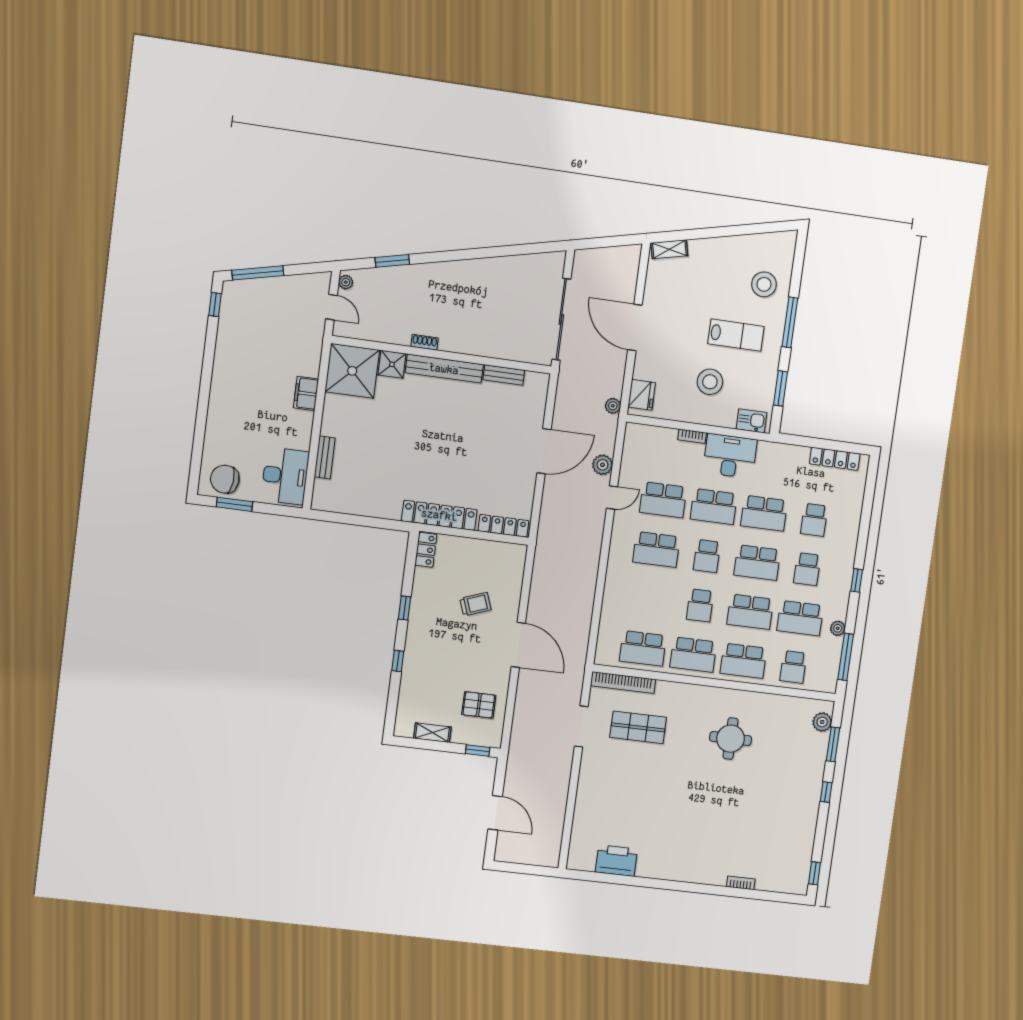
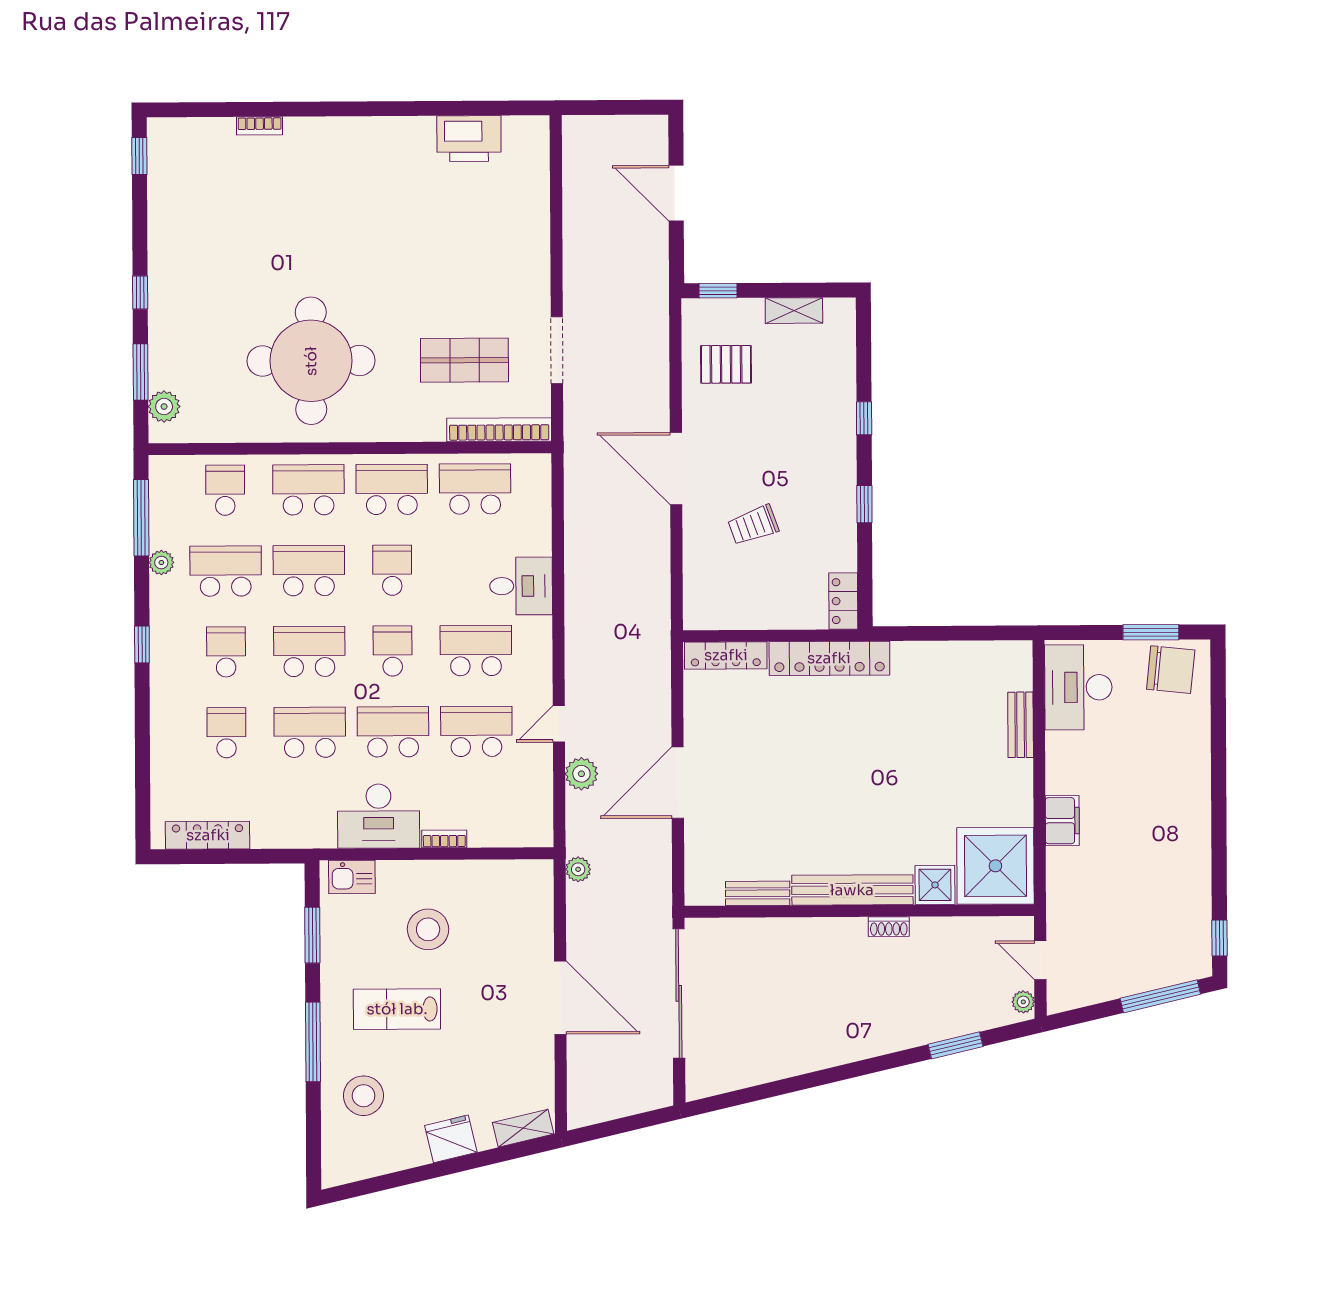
fridge: (642, 395) -> (451, 1139), moved, turned 77
desk: (623, 585) -> (521, 586), added
round table: (731, 739) -> (311, 361), width x1.86, depth x1.86

